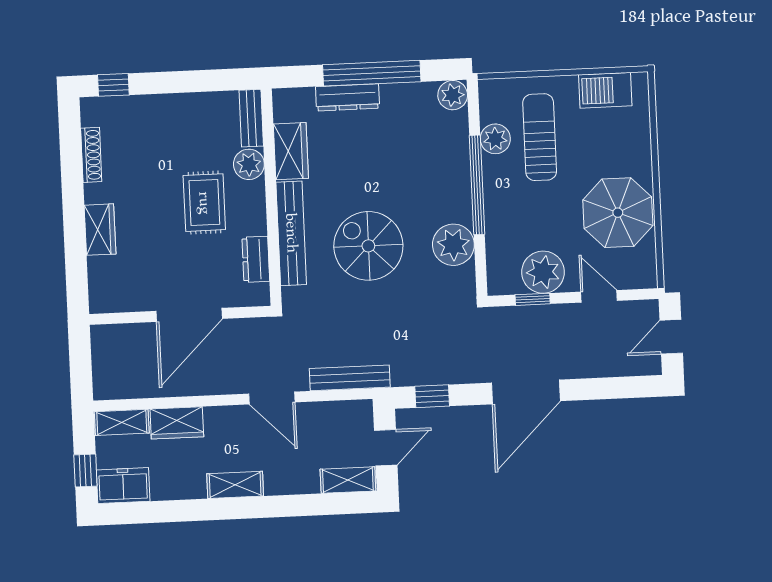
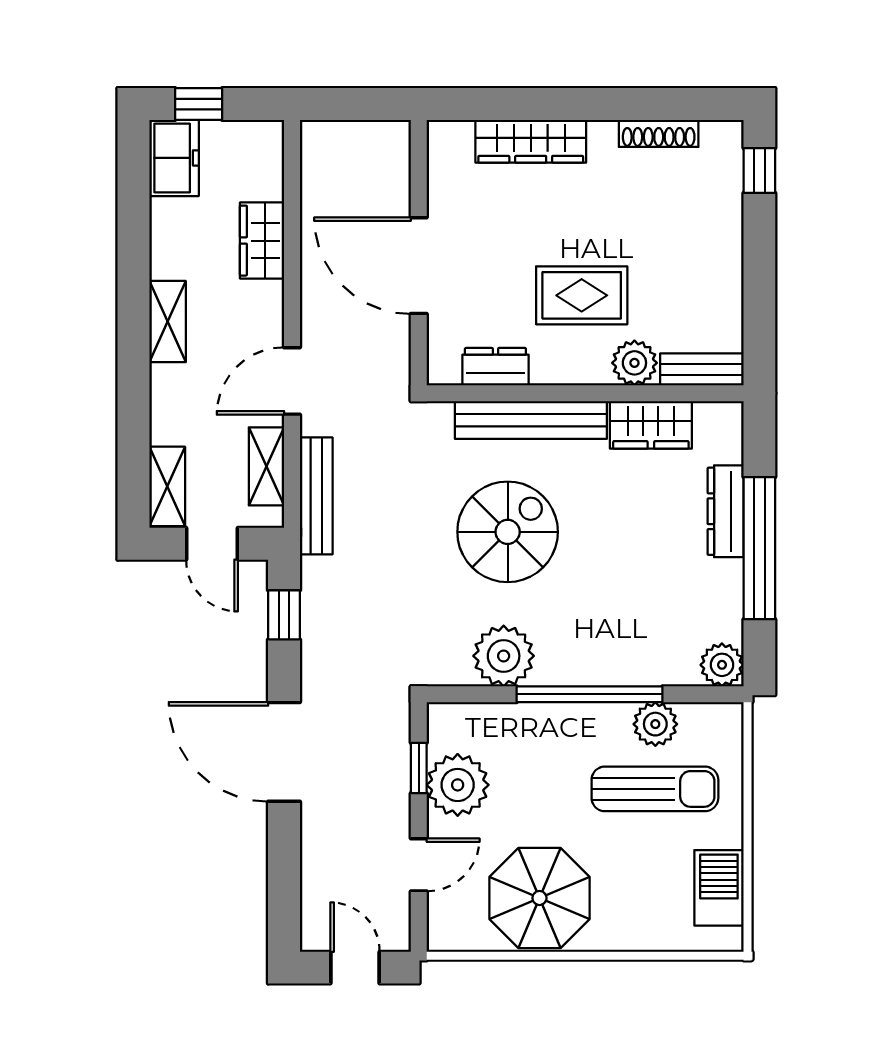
wardrobe: (100, 230) -> (531, 141), width x1.50
shelving: (122, 422) -> (266, 466), moved

